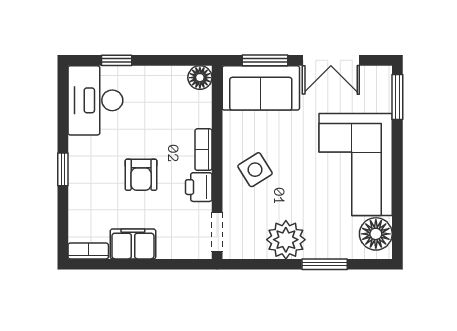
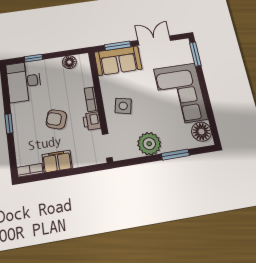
double door: (331, 60) -> (154, 40), swing flipped
floor lamp: (200, 78) -> (69, 62), moved
side table: (255, 170) -> (123, 106), turned 45
armchair: (141, 175) -> (56, 119), turned 108

